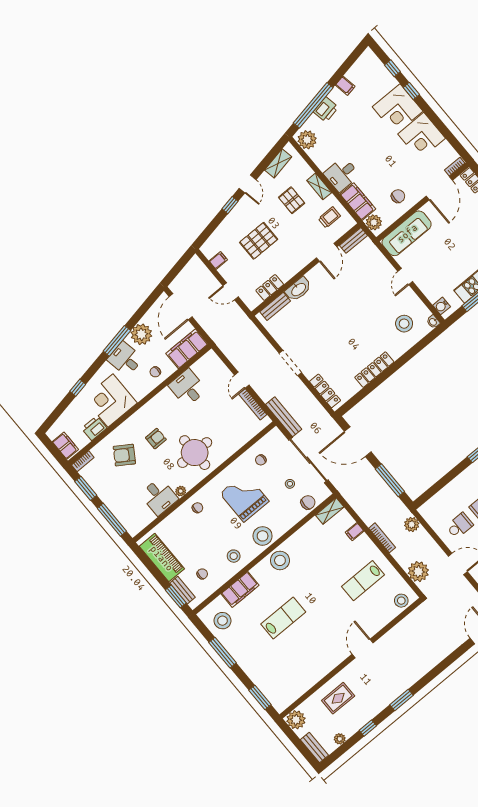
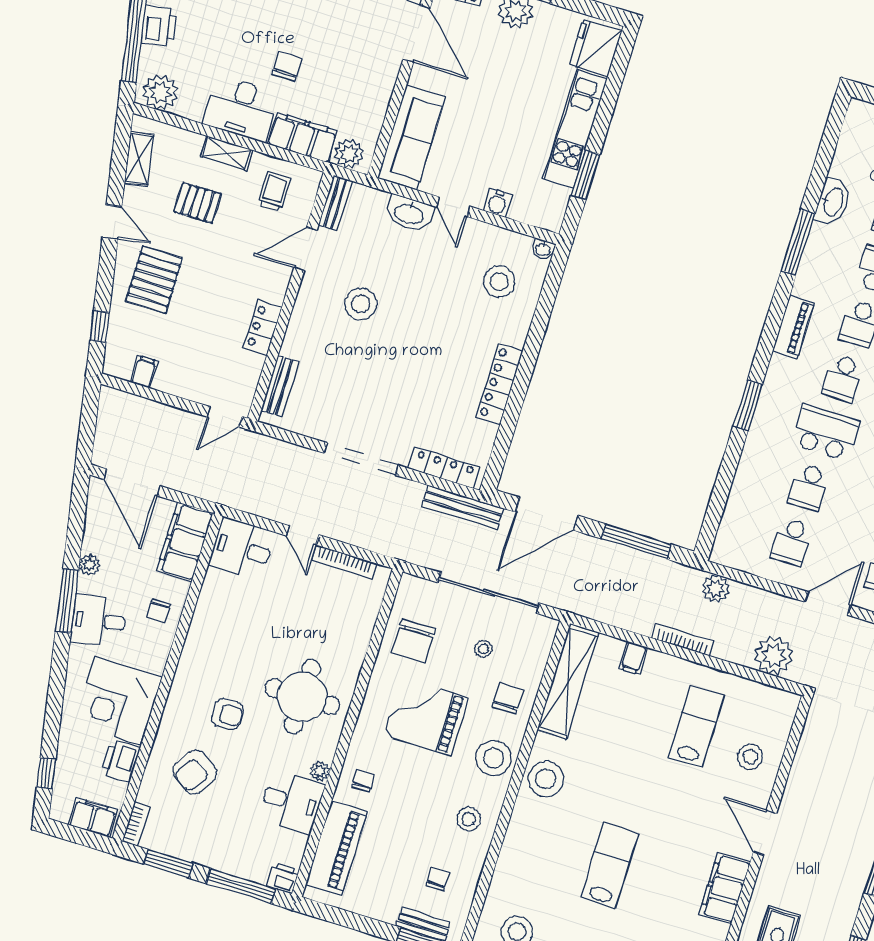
desk: (342, 174) -> (241, 109), width x1.37
chair: (398, 196) -> (287, 66), moved
window: (230, 205) -> (100, 327), moved
pallet: (259, 241) -> (154, 280), moved
door: (327, 252) -> (305, 249), swing flipped
locker: (270, 287) -> (263, 328), moved
washbasin: (298, 289) -> (409, 213), moved, turned 90
door: (231, 291) -> (225, 417), moved
stool: (335, 293) -> (361, 304), added
water cooler: (442, 306) -> (497, 203), moved
plant: (141, 334) -> (89, 565), width x0.53, depth x0.53
doorway: (290, 363) -> (361, 459), width x1.36
window: (78, 388) -> (46, 773), moved
desk: (187, 388) -> (242, 549), moved
bench: (284, 417) -> (463, 507), moved
armchair: (156, 439) -> (227, 714), turned 90
chair: (261, 460) -> (414, 641), width x1.87, depth x1.87
chair: (308, 502) -> (508, 698), moved
shelving: (330, 511) -> (568, 681), width x2.20, depth x1.33
school desk: (460, 526) -> (792, 542), turned 180
printer: (133, 528) -> (283, 878), added
piano: (162, 558) -> (337, 848), moved, turned 90
lab bench: (363, 581) -> (696, 726), turned 180
filing cabinet: (240, 589) -> (725, 888), moved, turned 180
stool: (401, 601) -> (750, 757), moved

